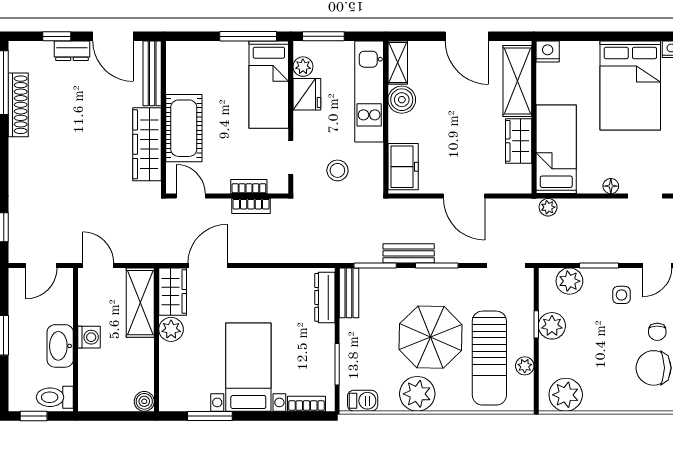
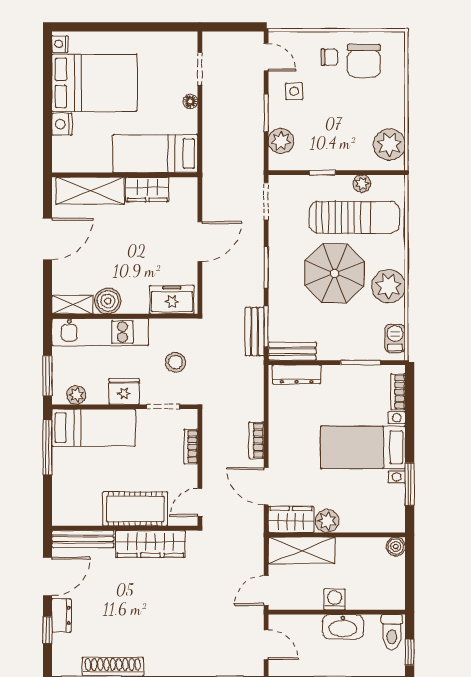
nightstand: (548, 51) -> (62, 124), moved
fridge: (307, 94) -> (124, 391), moved
bookcase: (251, 206) -> (257, 440), moved, turned 180
plant: (548, 207) -> (211, 161), removed
bench: (409, 253) -> (255, 332), moved
plant: (552, 326) -> (324, 158), removed

